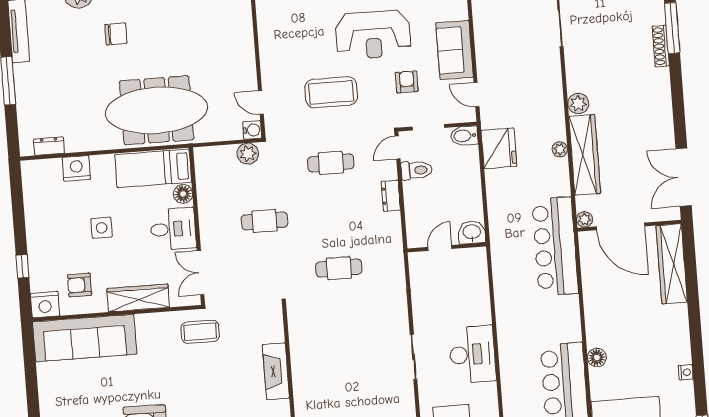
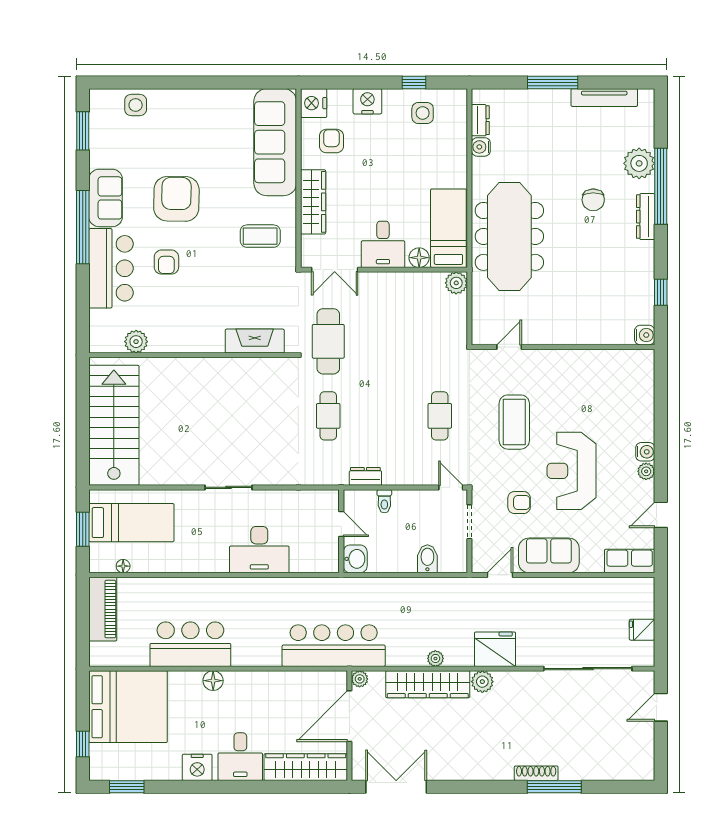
water cooler: (252, 130) -> (481, 147), moved, turned 90
bidet: (464, 136) -> (427, 559), moved
fridge: (499, 148) -> (495, 649), moved, turned 180
plant: (248, 154) -> (456, 283), moved
nightstand: (76, 168) -> (367, 101), moved, turned -90
toilet: (417, 170) -> (384, 501), moved, width x0.73, depth x0.72
dresser: (391, 196) -> (365, 476), moved
cafe table: (265, 221) -> (328, 341), moved, width x1.37, depth x1.35
side table: (102, 228) -> (423, 113), moved
window: (22, 266) -> (414, 82), moved
double door: (201, 273) -> (335, 270), swing flipped
desk: (667, 326) -> (240, 757), added
coffee table: (200, 332) -> (260, 236), moved, turned 90
desk: (472, 354) -> (259, 550), moved
fireplace: (276, 371) -> (255, 341), moved
nightstand: (686, 372) -> (197, 767), width x1.89, depth x1.79

